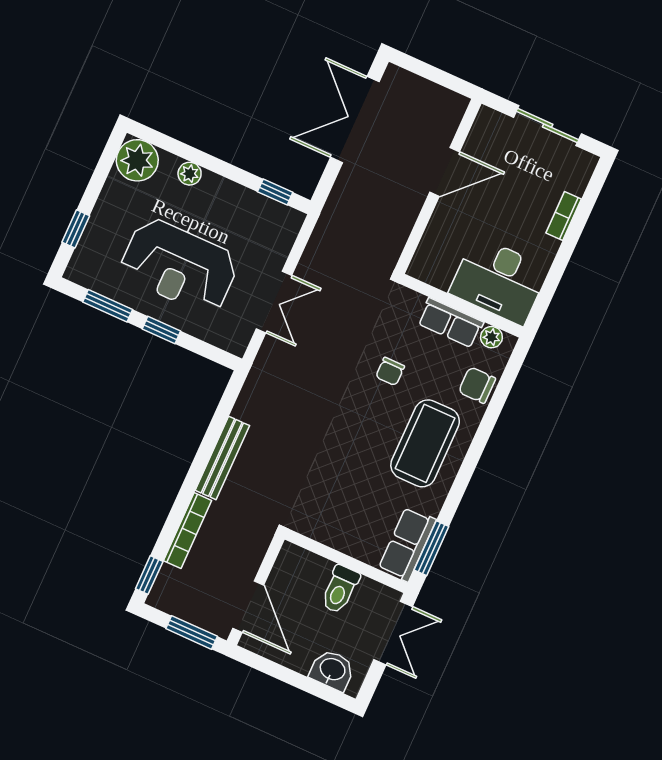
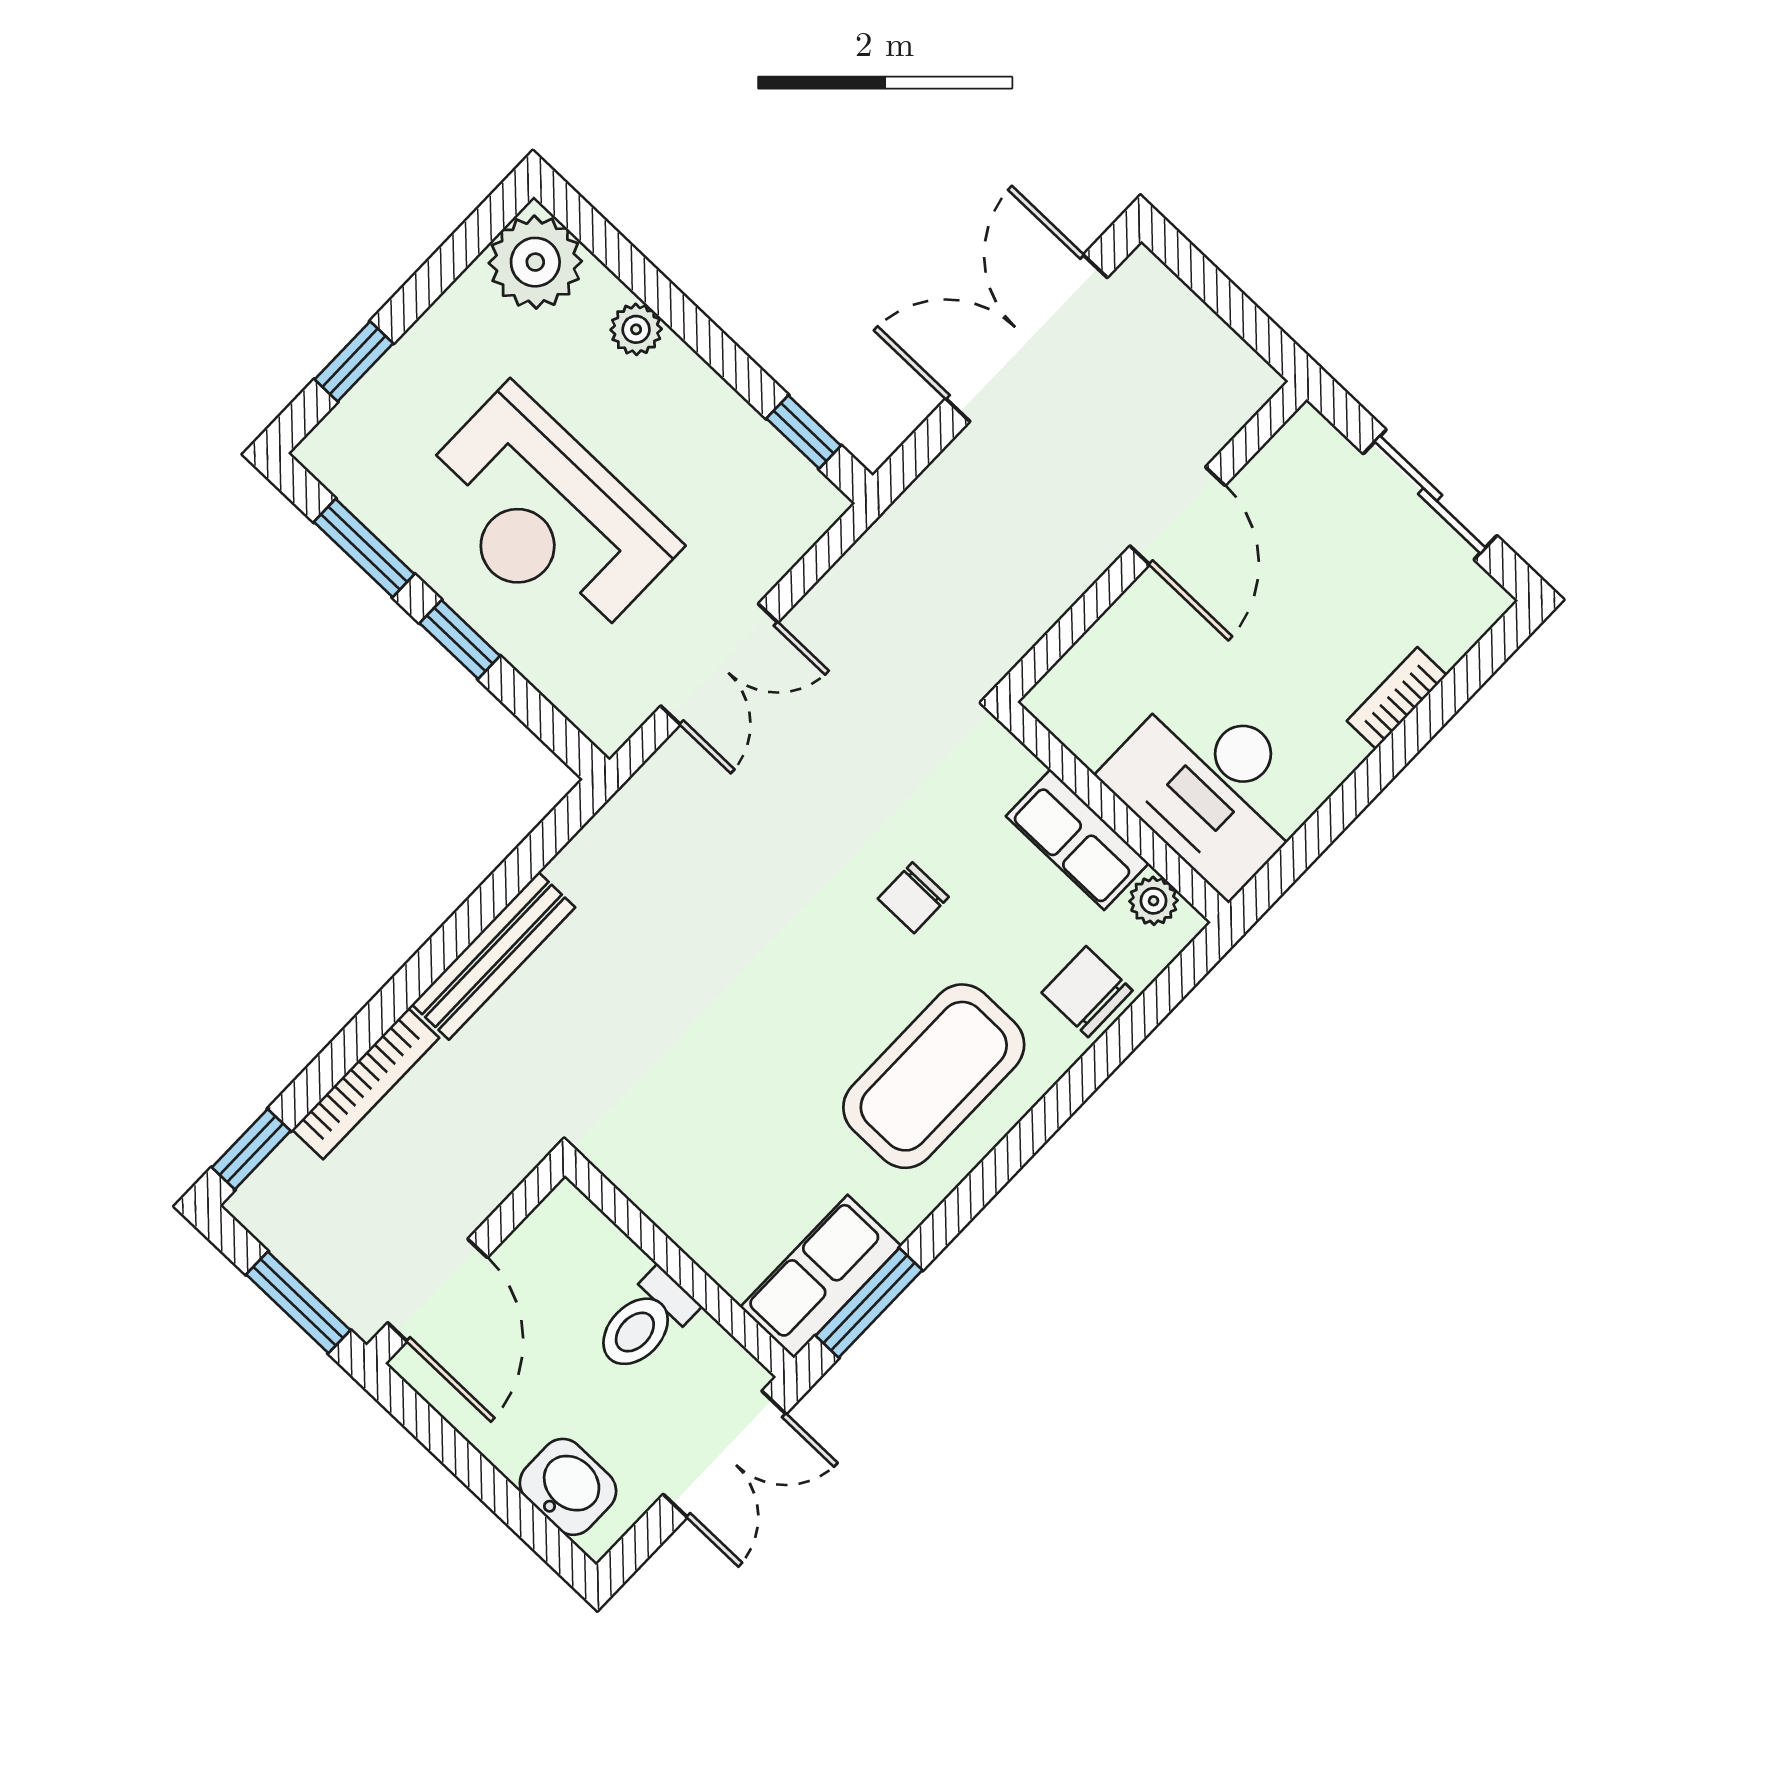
door: (445, 172) -> (1177, 516), hinge flipped

